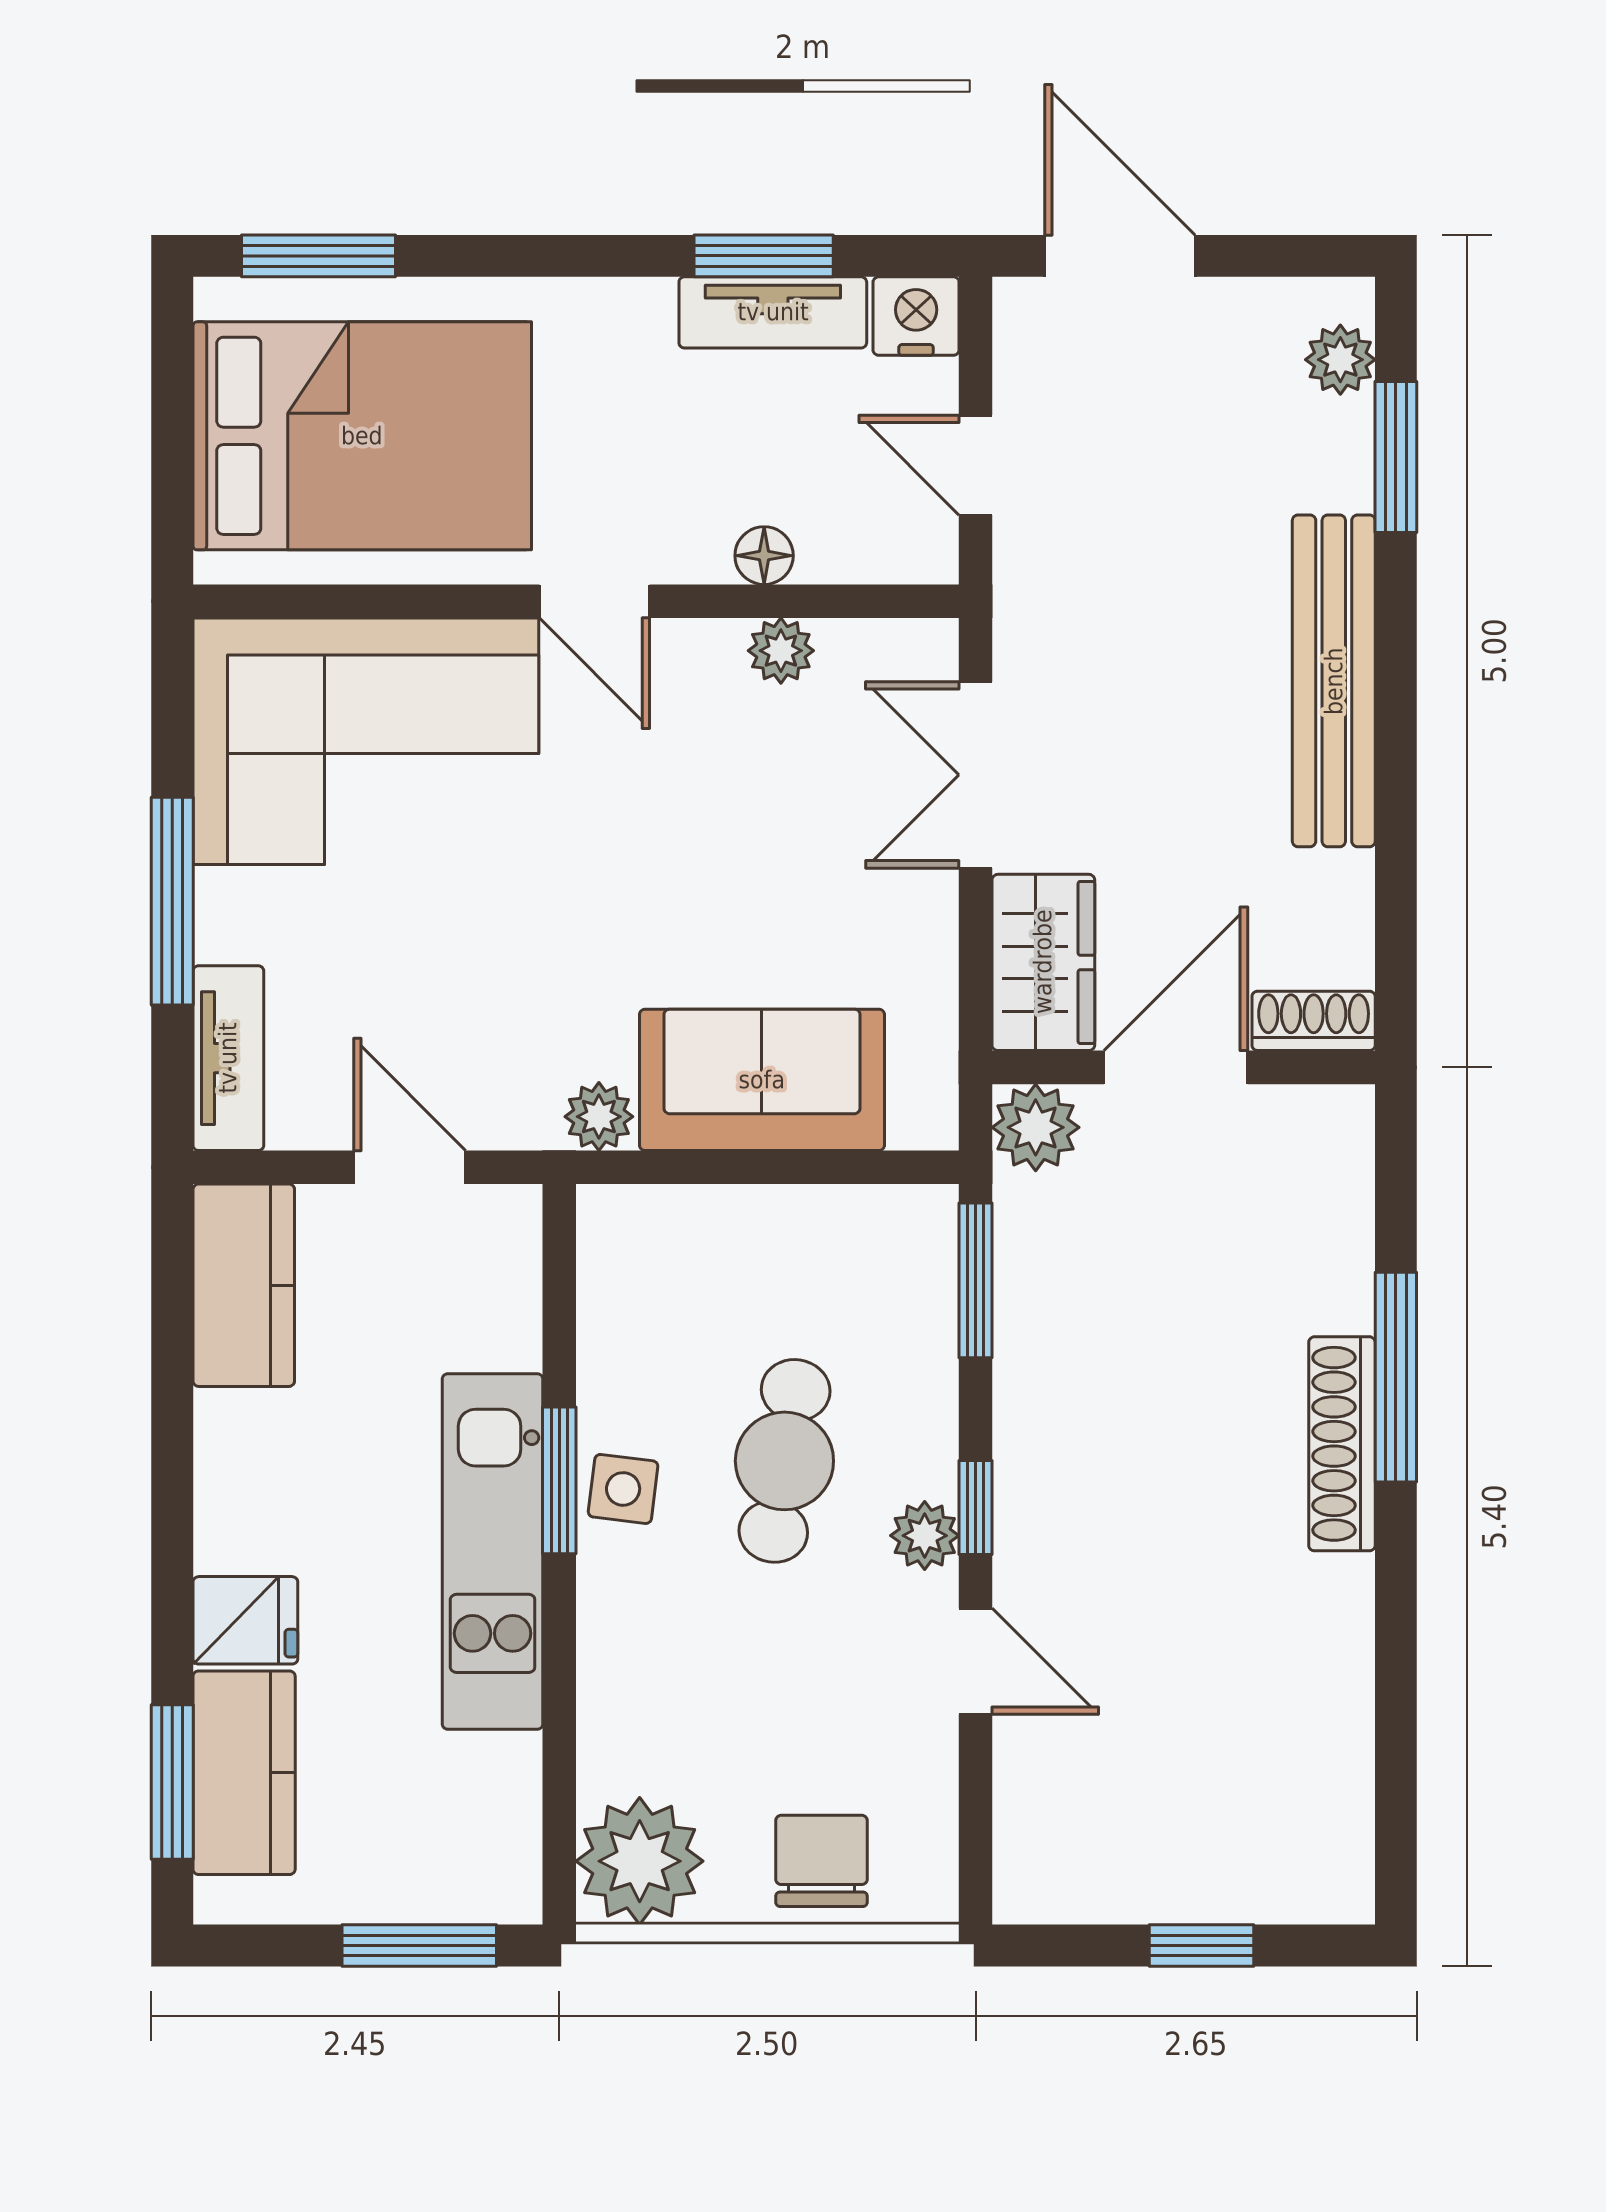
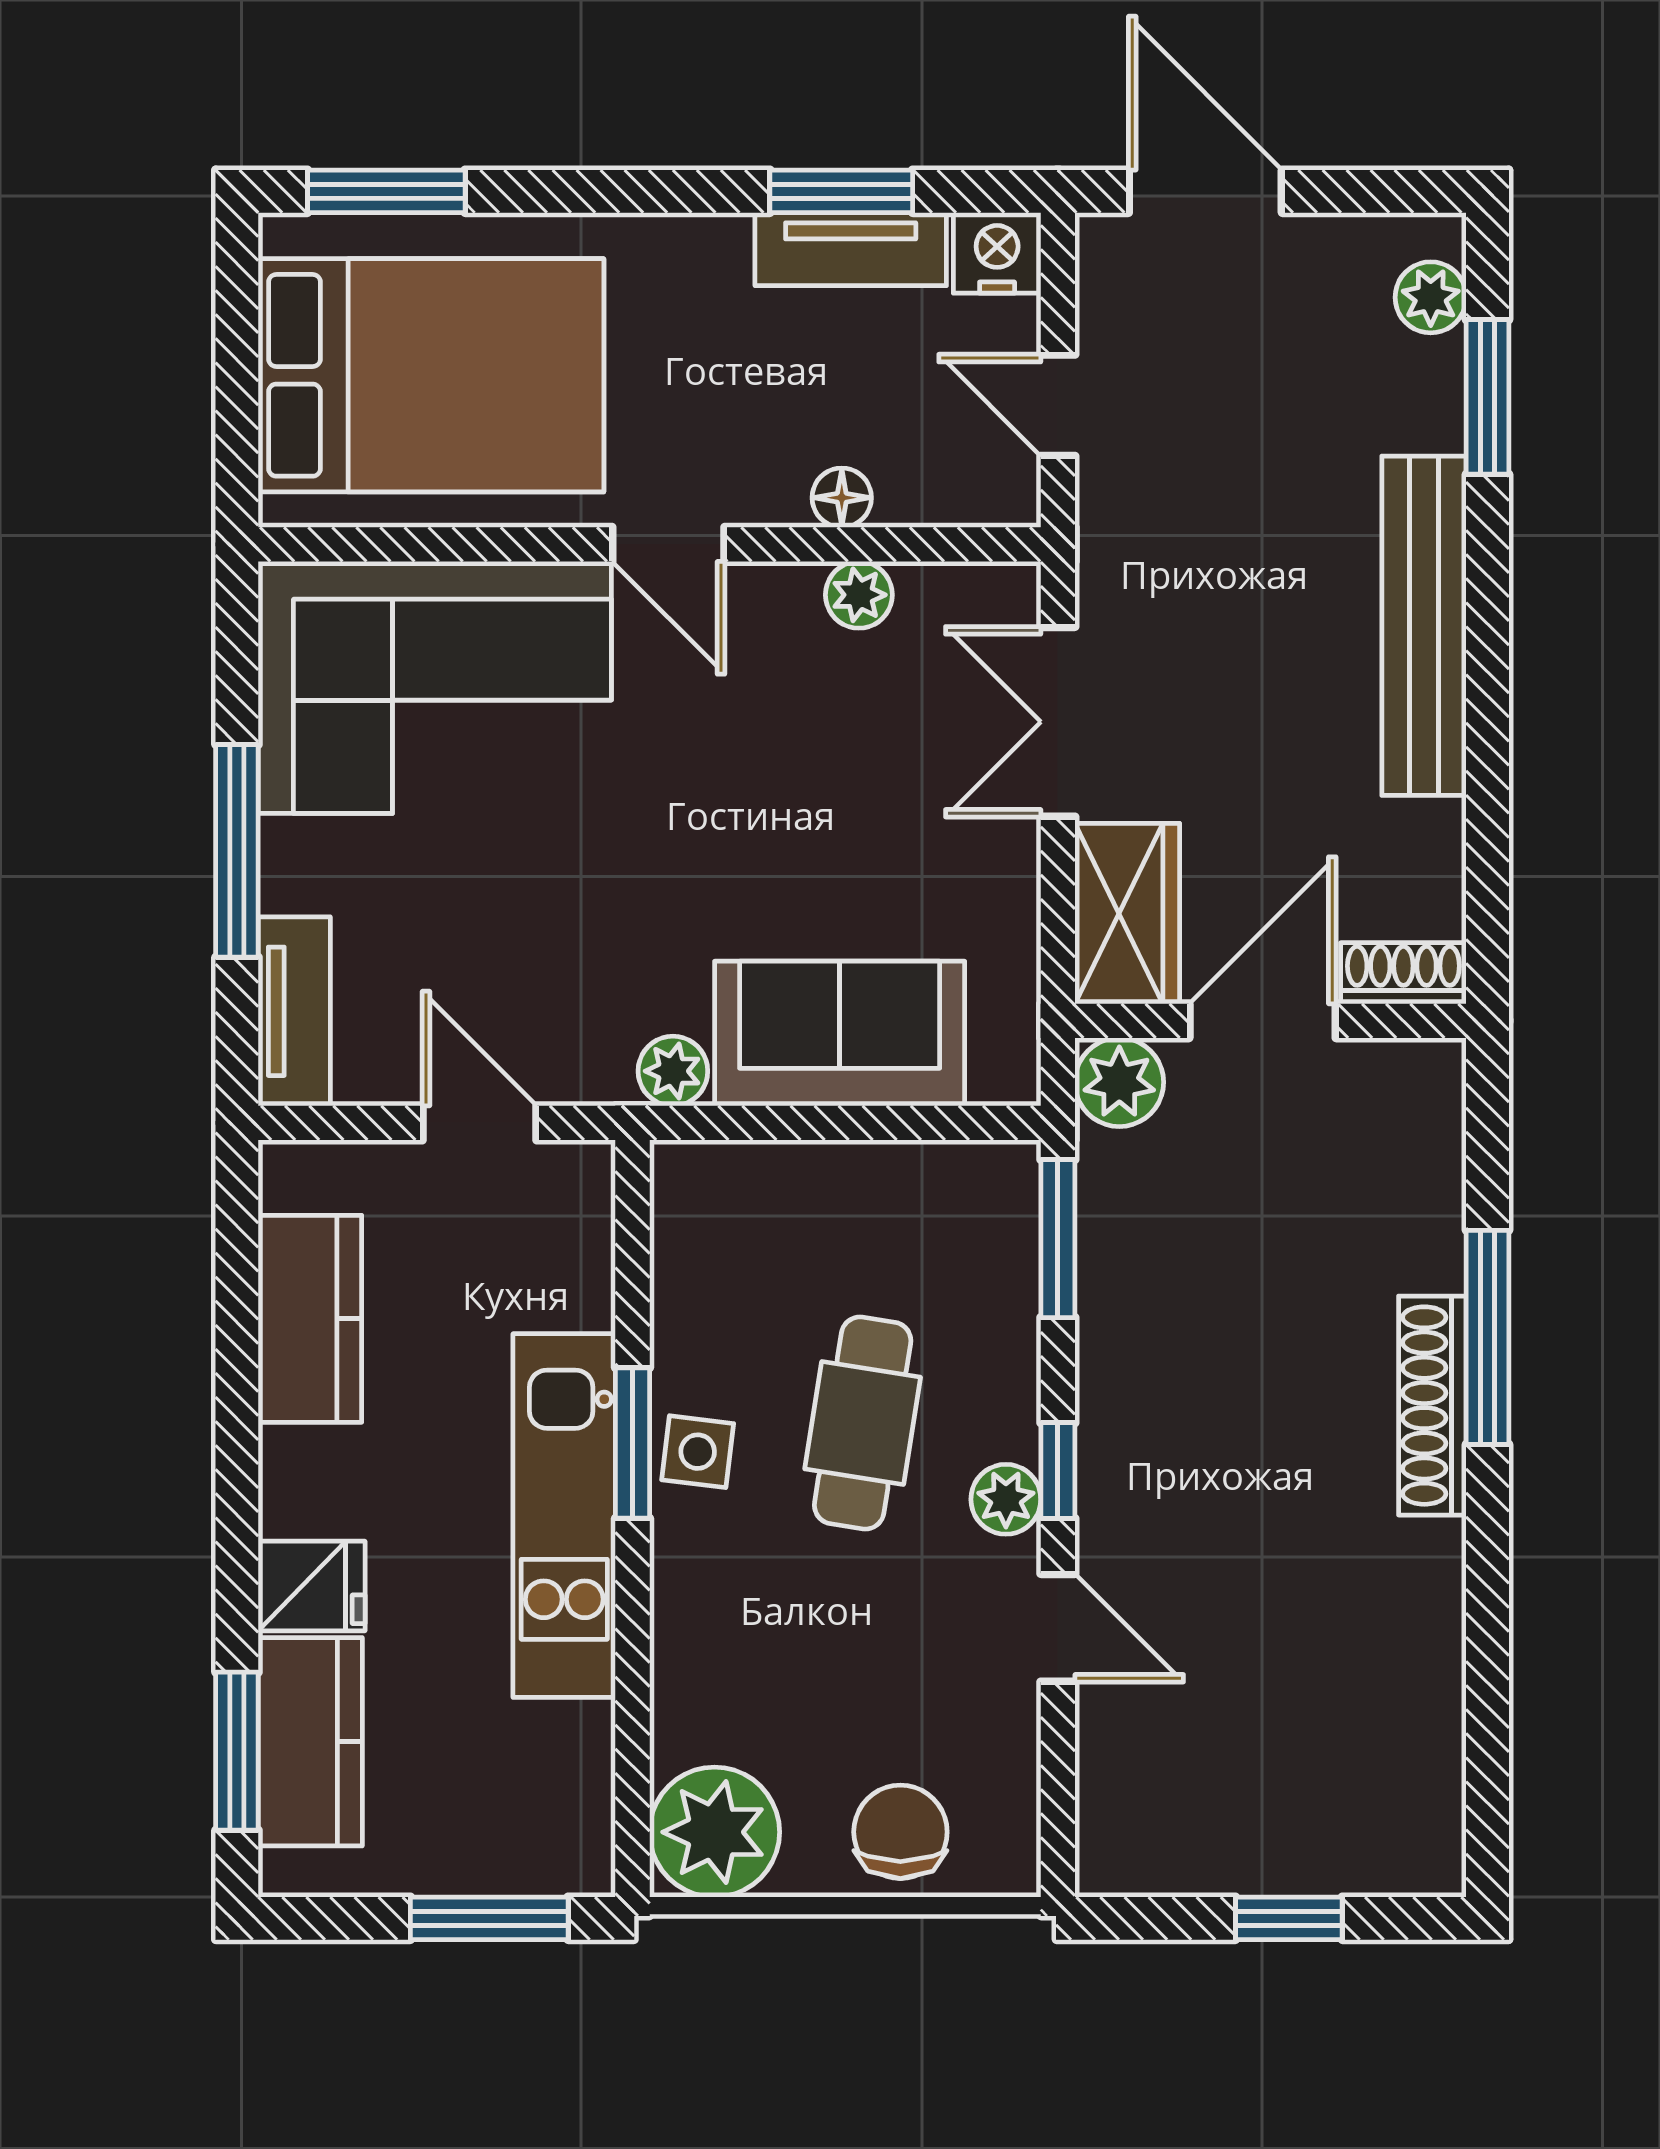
kitchen counter: (244, 1285) -> (310, 1319), moved

